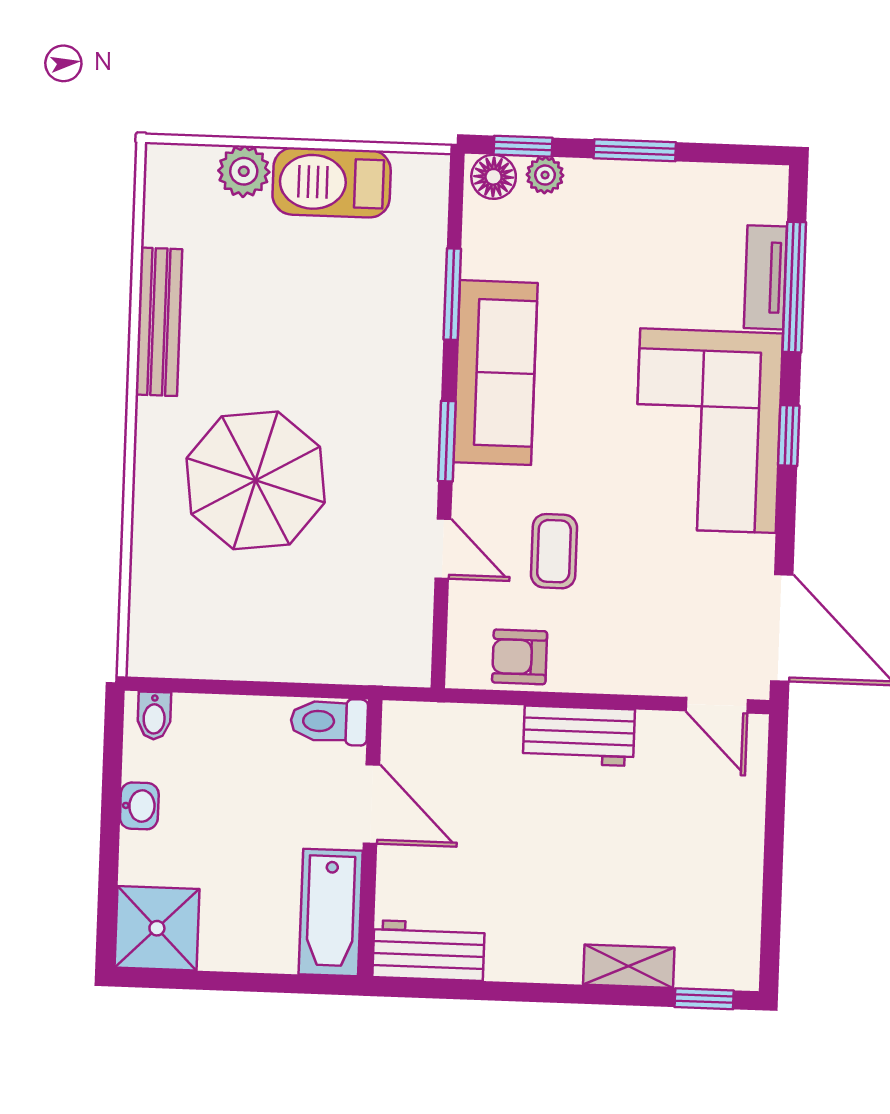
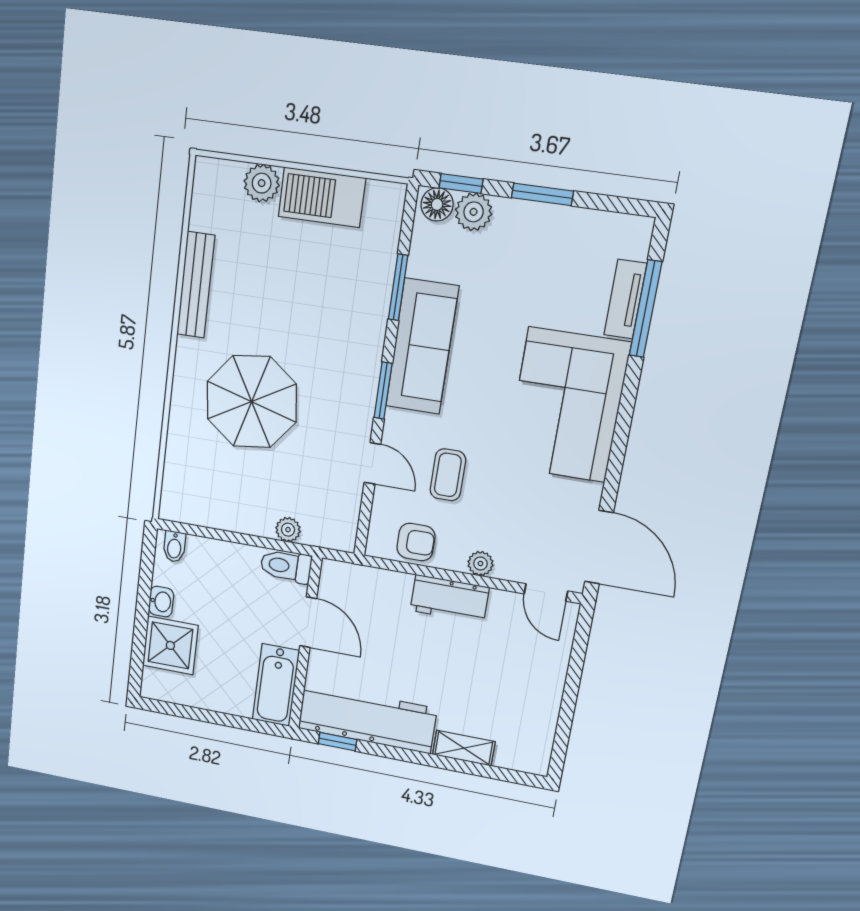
plant: (545, 175) -> (474, 212), width x1.38, depth x1.38
window: (789, 435) -> (625, 416), removed
armchair: (520, 657) -> (416, 542), turned 180
plant: (327, 665) -> (288, 530), added
plant: (617, 676) -> (480, 563), added
shower: (157, 928) -> (170, 645), moved
workbench: (429, 951) -> (367, 718), width x1.88, depth x1.32
window: (704, 999) -> (337, 742), moved

